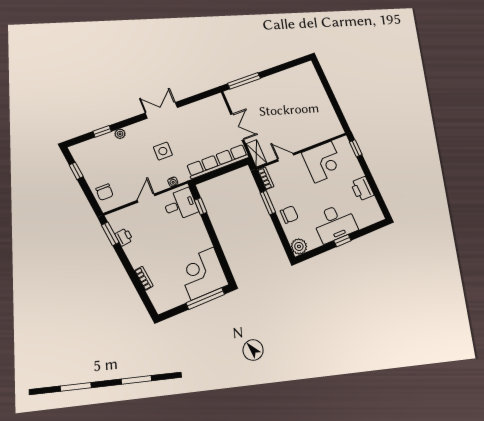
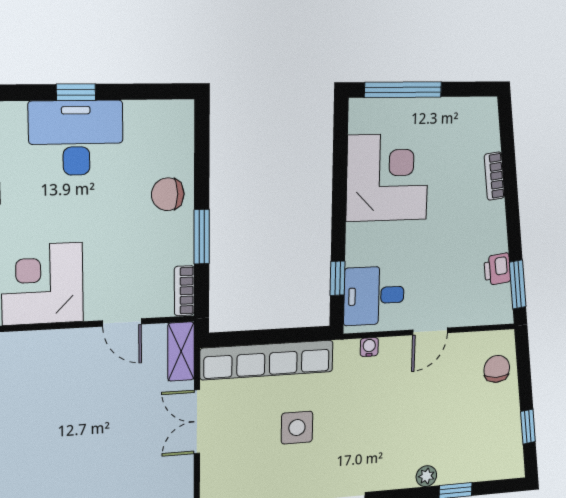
side table: (163, 151) -> (297, 428), moved
plant: (299, 246) -> (177, 118), removed
corner desk: (202, 273) -> (387, 178), moved, turned -90

